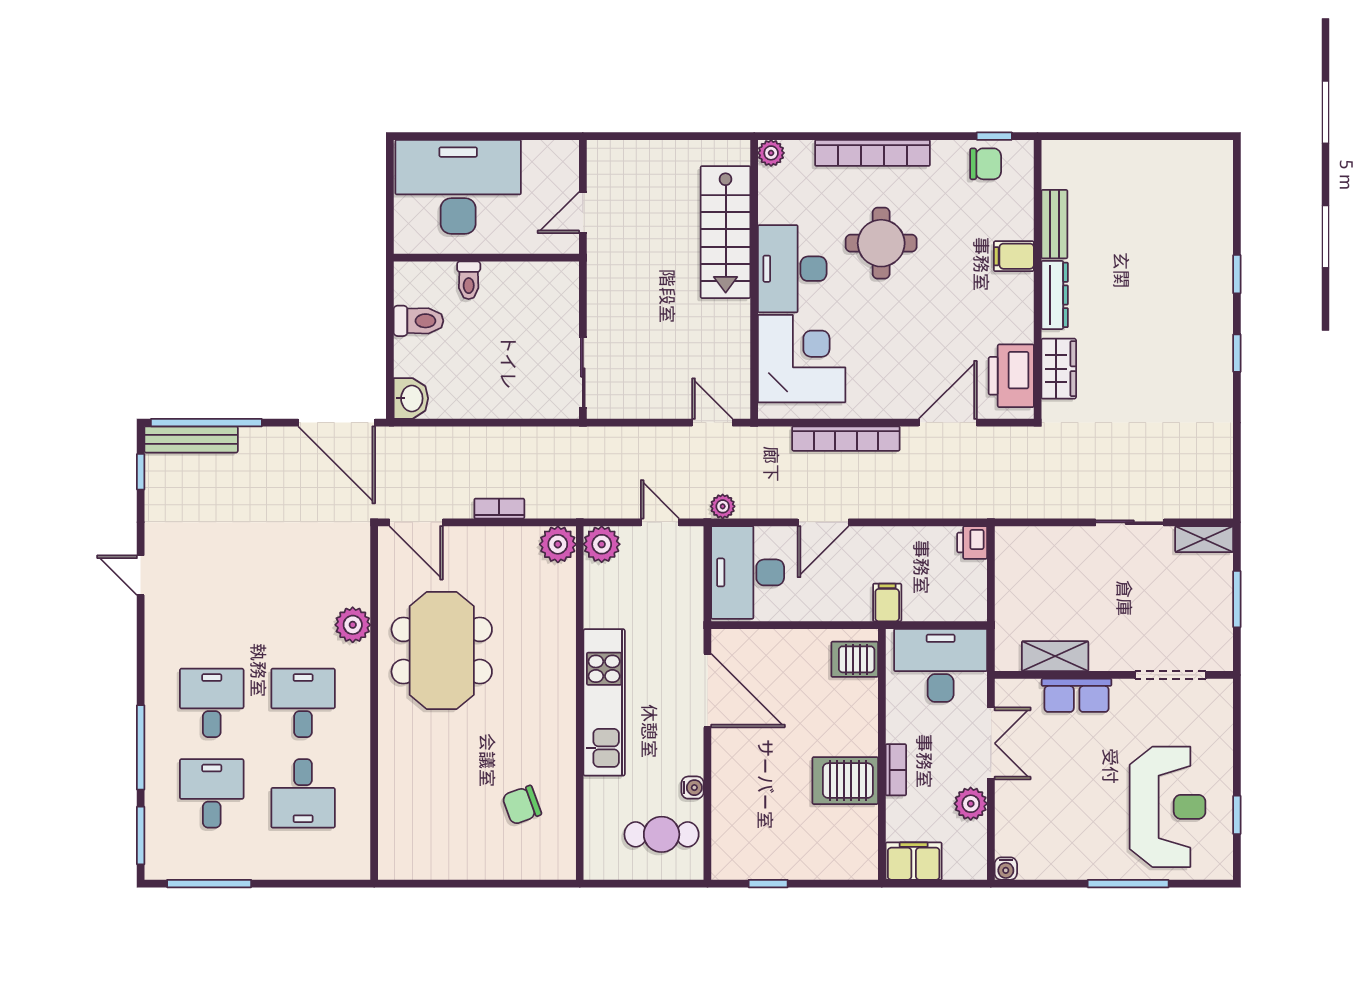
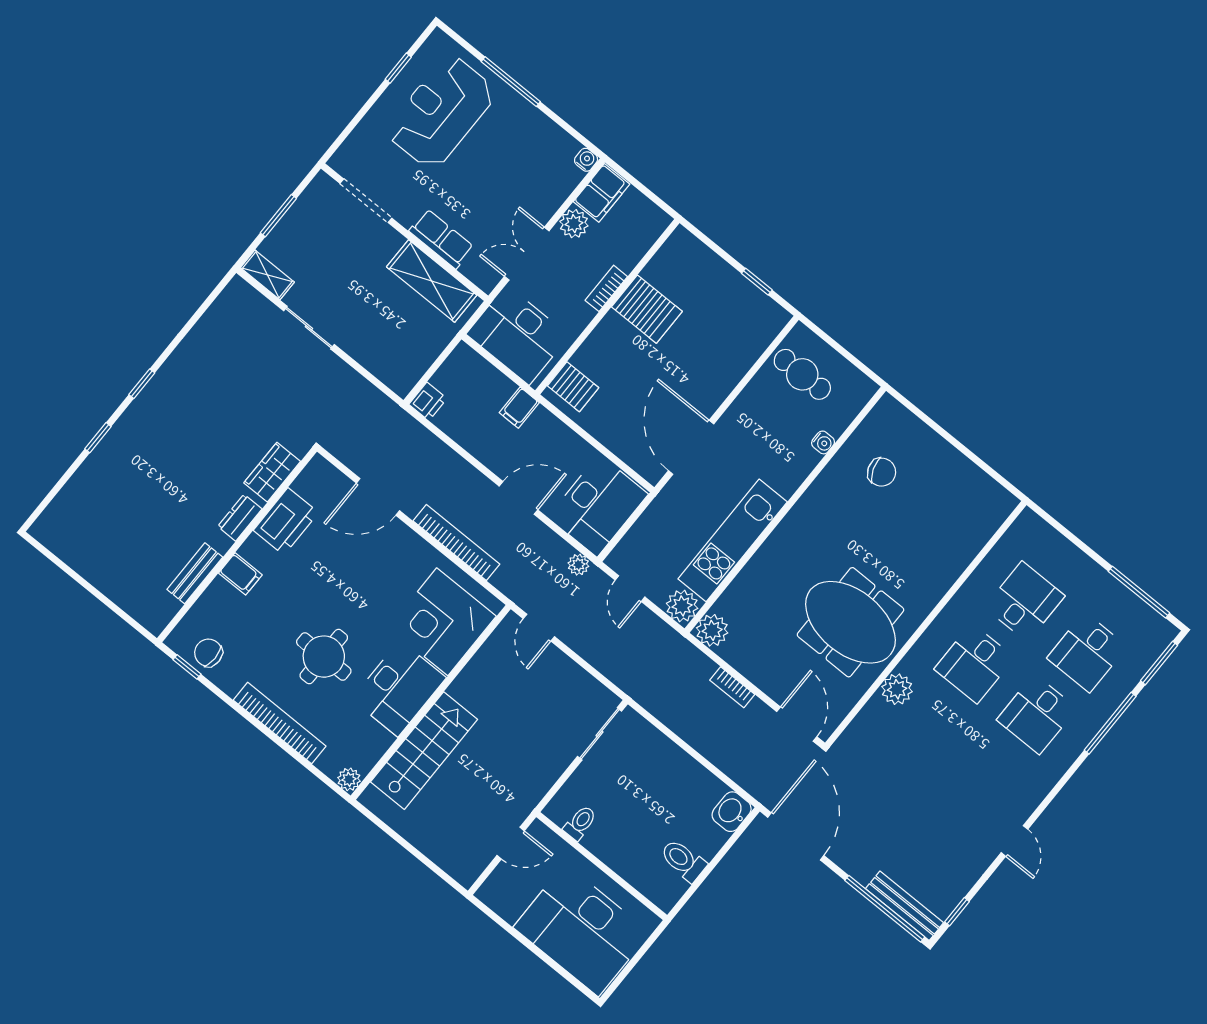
toilet: (469, 280) -> (580, 823), moved
dresser: (1055, 295) -> (240, 518), width x0.70
printer: (1011, 376) -> (286, 521), moved
meeting table: (442, 650) -> (850, 622), turned 90
shelving: (1055, 656) -> (432, 281), width x1.50, depth x1.33
kitchen unit: (604, 702) -> (733, 540), moved
water cooler: (693, 788) -> (823, 442), moved, turned 180
filing cabinet: (914, 861) -> (602, 193), moved, turned -90

